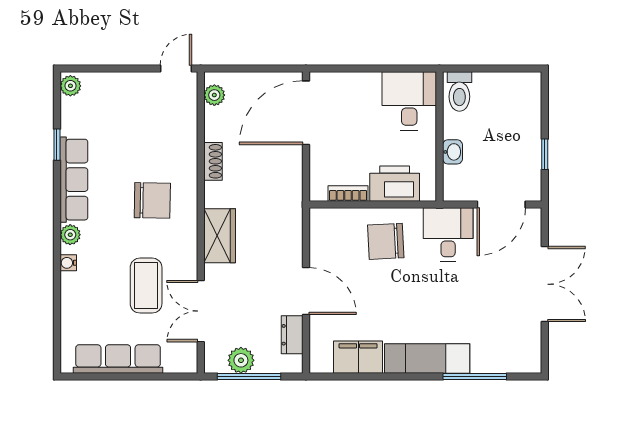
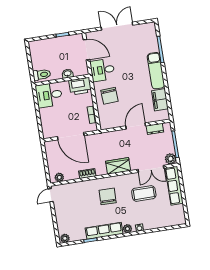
door: (176, 68) -> (51, 195), hinge flipped
door: (306, 113) -> (71, 136), moved
printer: (395, 184) -> (80, 86), moved, turned -90
row of seats: (118, 359) -> (174, 186), moved
plant: (241, 360) -> (171, 159), moved

